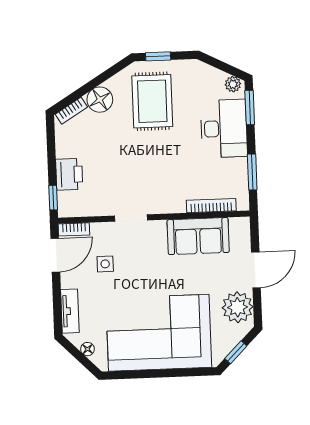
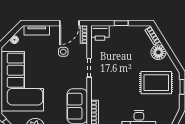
printer: (69, 174) -> (100, 33), moved
window: (53, 198) -> (121, 23), moved
door: (55, 255) -> (69, 23), hinge flipped

